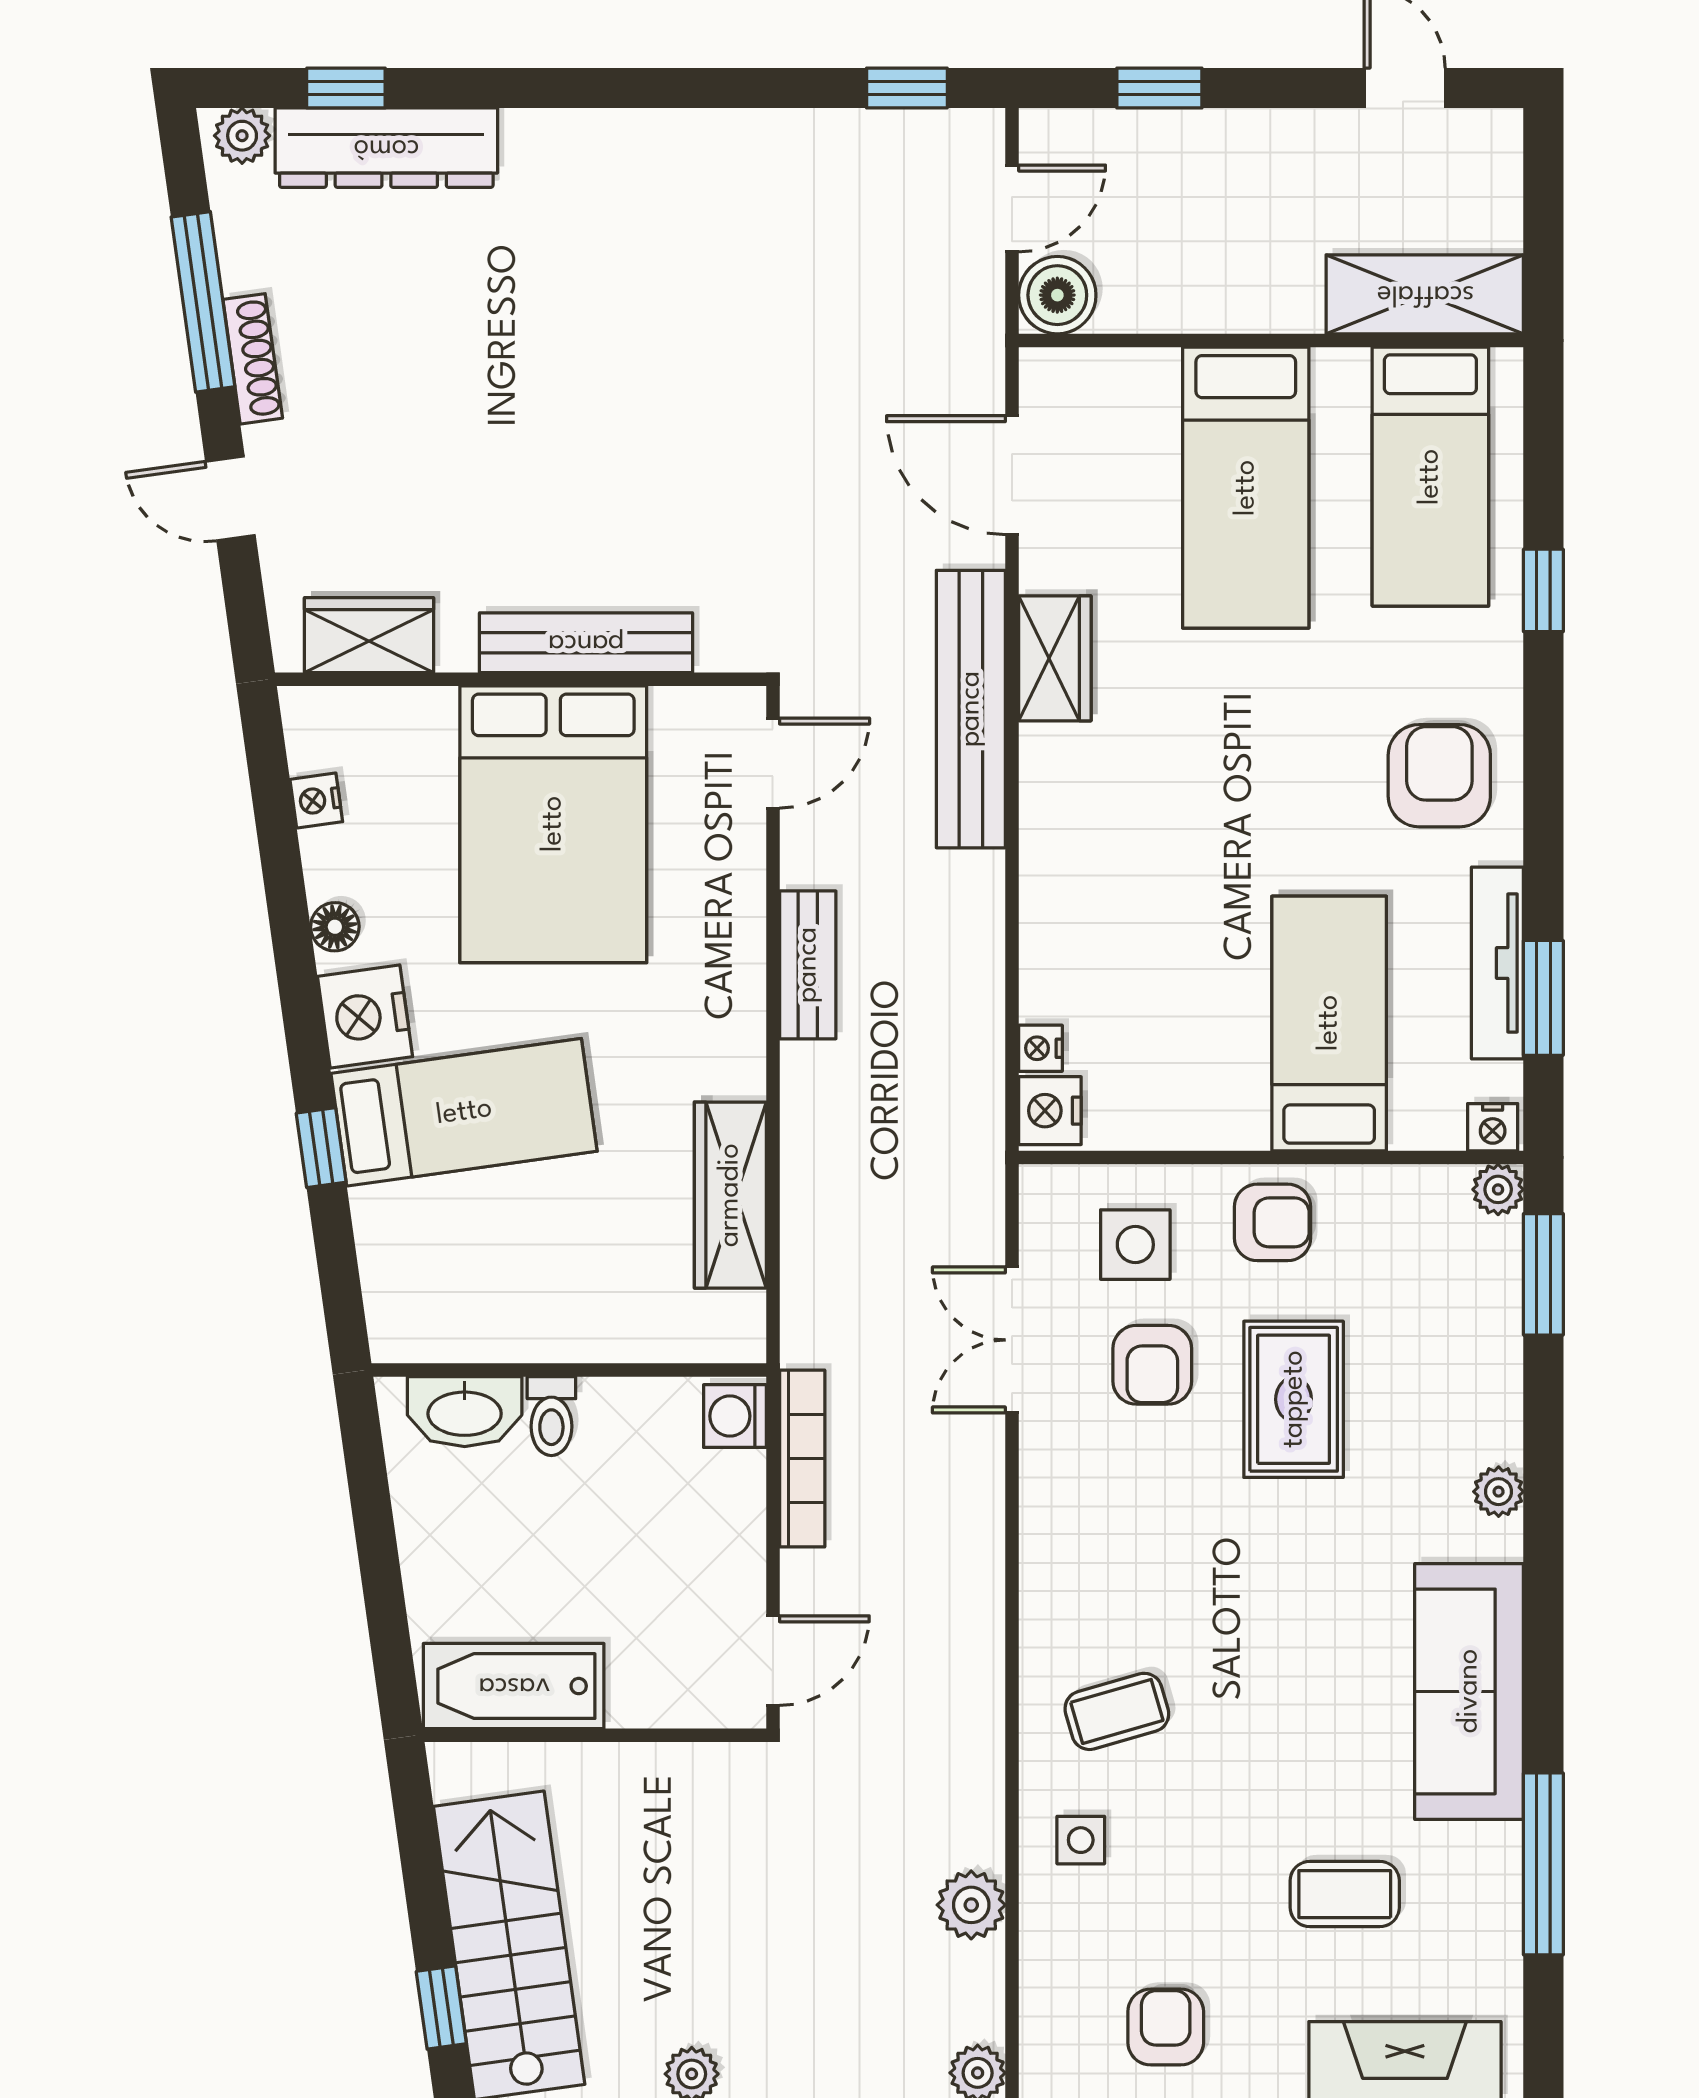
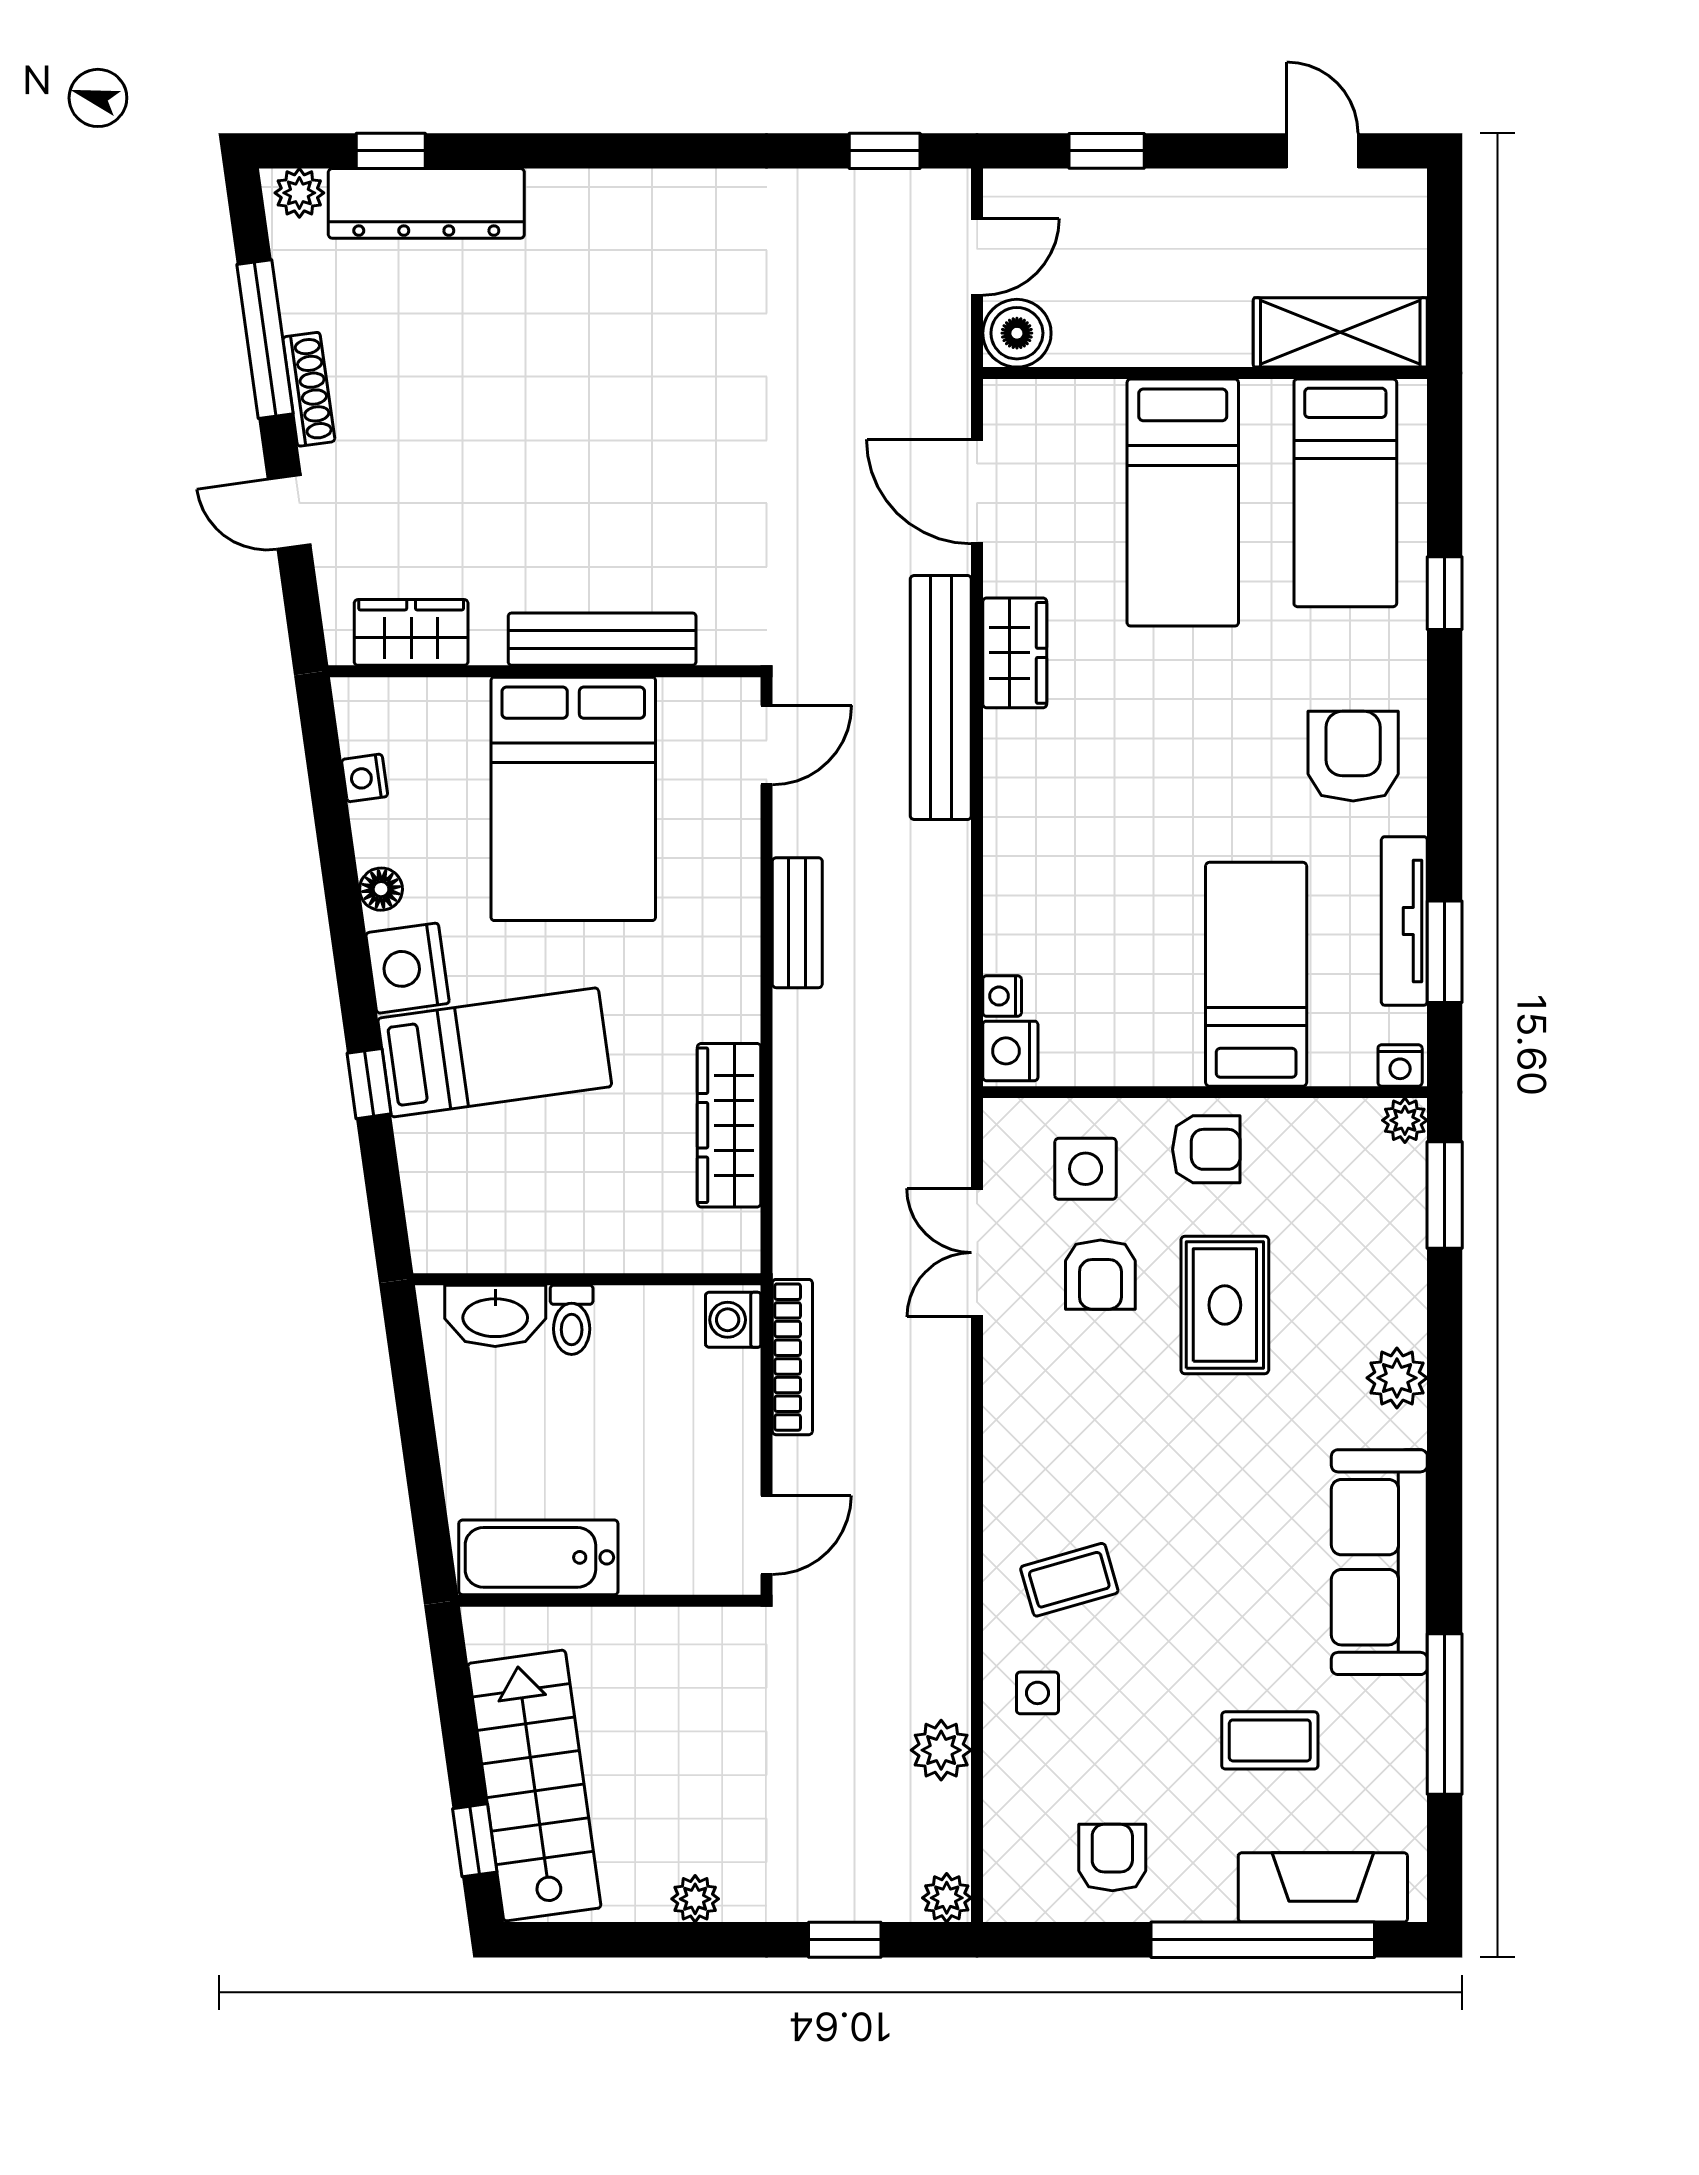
plant: (1499, 1492) -> (1397, 1378), width x1.38, depth x1.38

